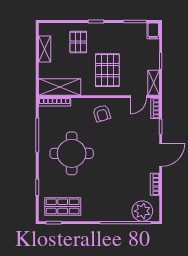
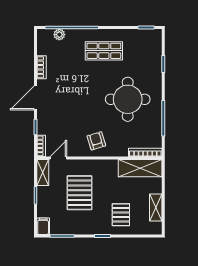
pallet: (107, 70) -> (80, 193), moved
shop shelf: (63, 206) -> (104, 51), moved
plant: (142, 211) -> (59, 35), width x0.53, depth x0.53

